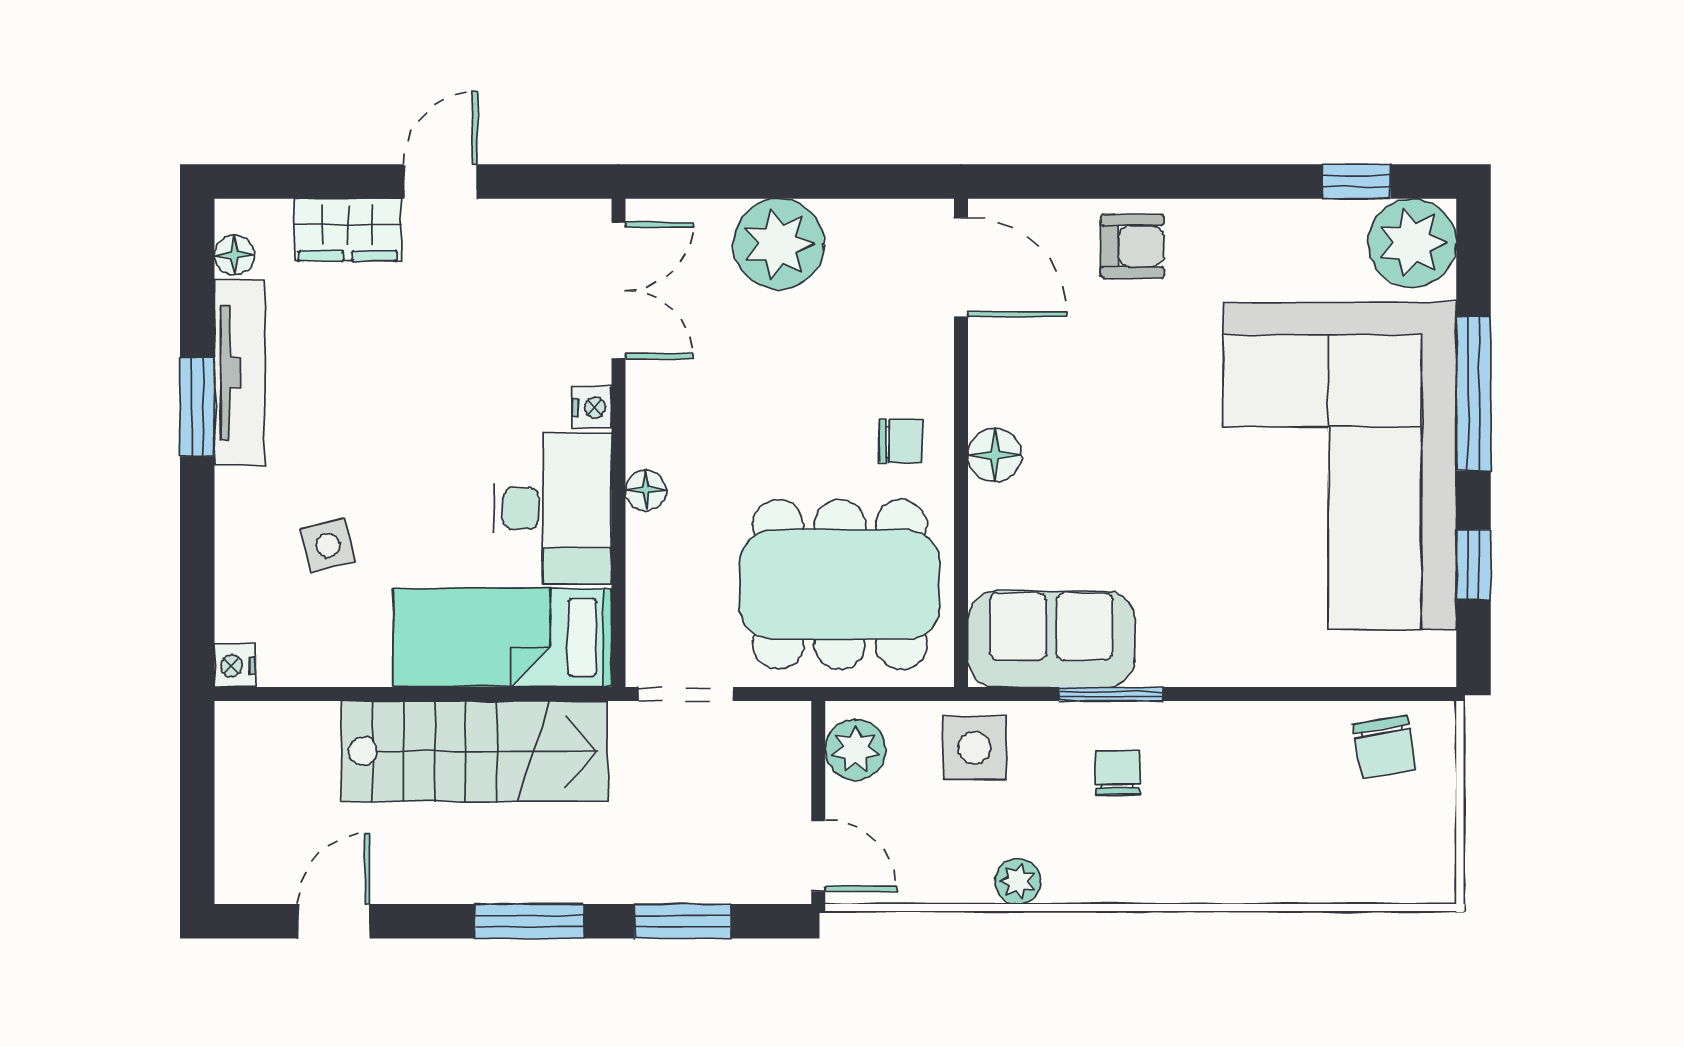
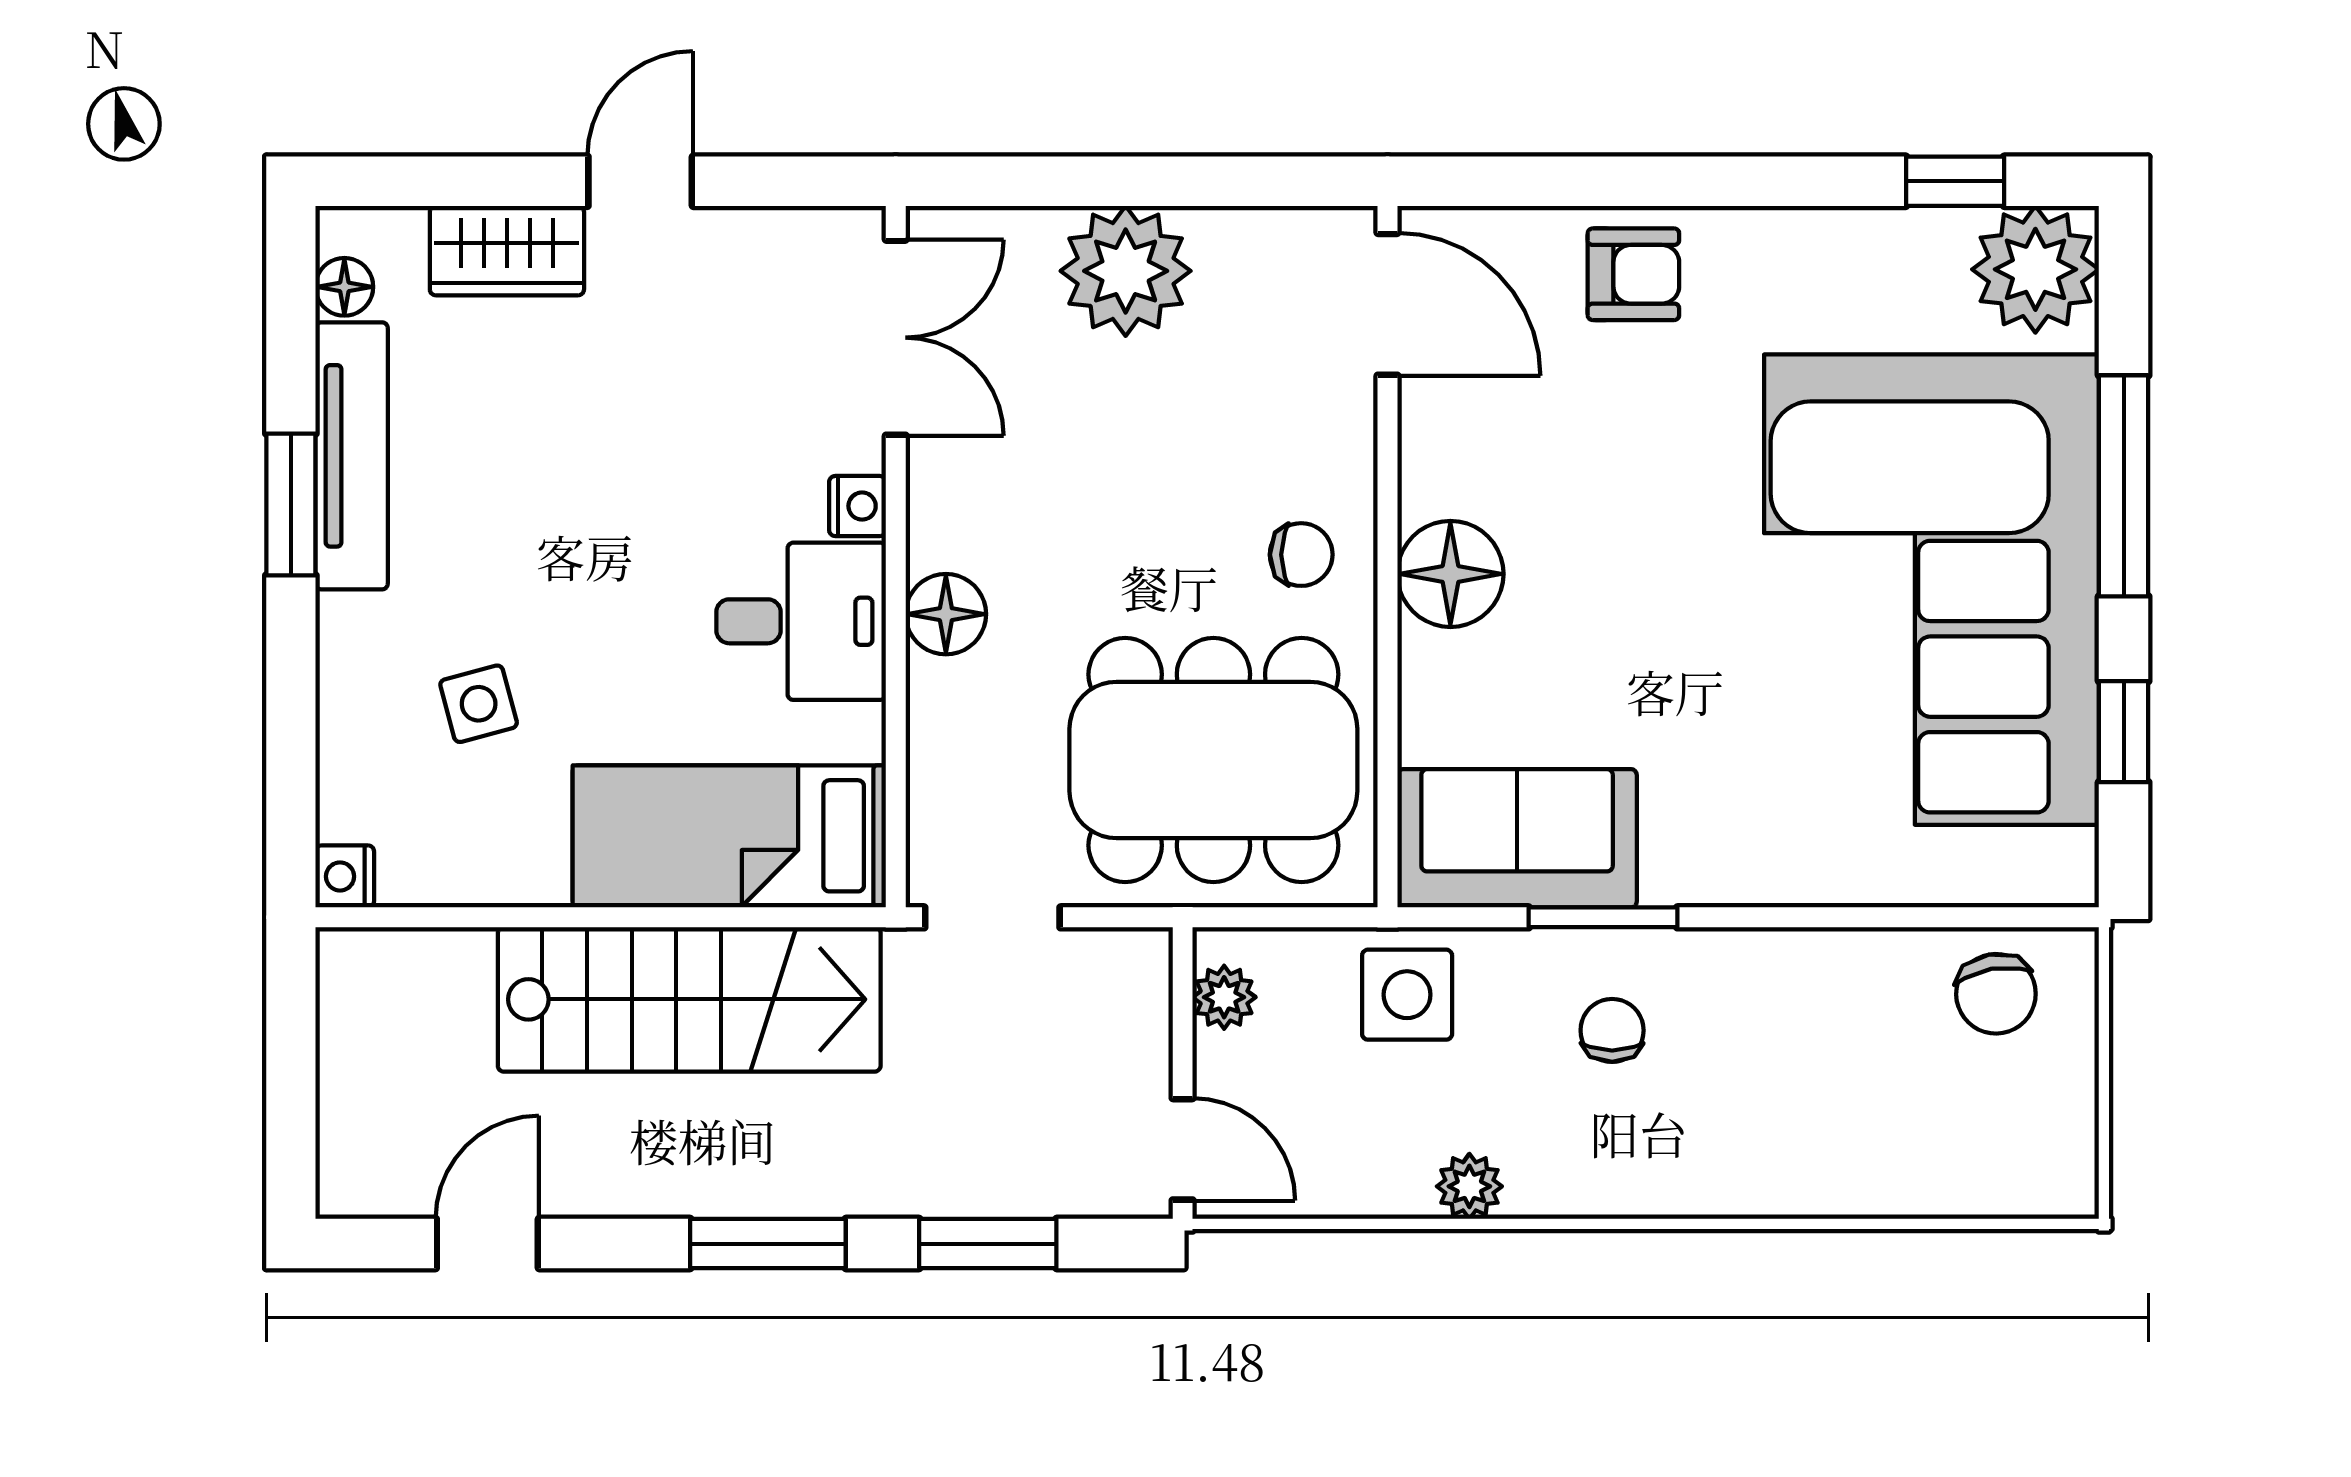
floor lamp: (995, 455) -> (1450, 574), width x1.38, depth x1.38
floor lamp: (646, 491) -> (946, 614), width x1.37, depth x1.37
desk: (553, 508) -> (801, 621), width x0.73
plant: (855, 750) -> (1224, 997), width x0.73, depth x0.73

